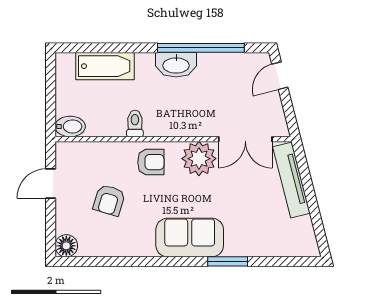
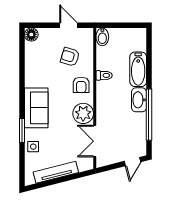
bathtub: (105, 66) -> (138, 69), moved
door: (280, 76) -> (132, 162), swing flipped
tv unit: (291, 180) -> (56, 172), moved
armchair: (109, 200) -> (70, 57), moved
side table: (255, 243) -> (33, 147), added

